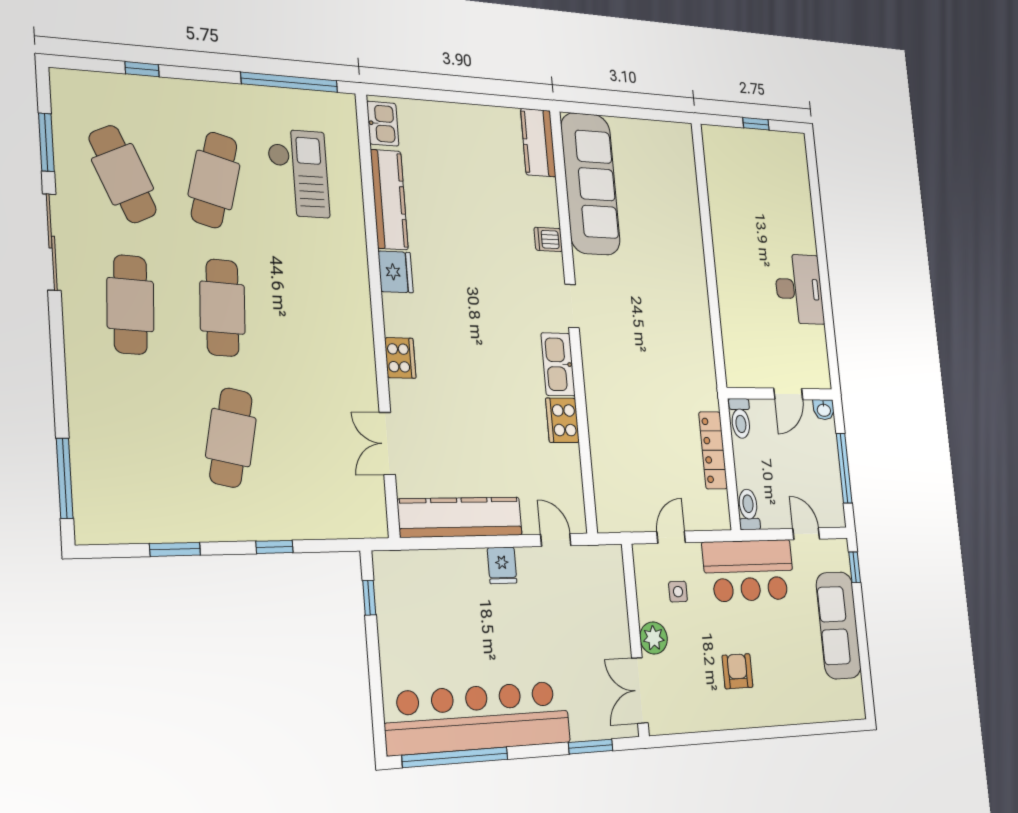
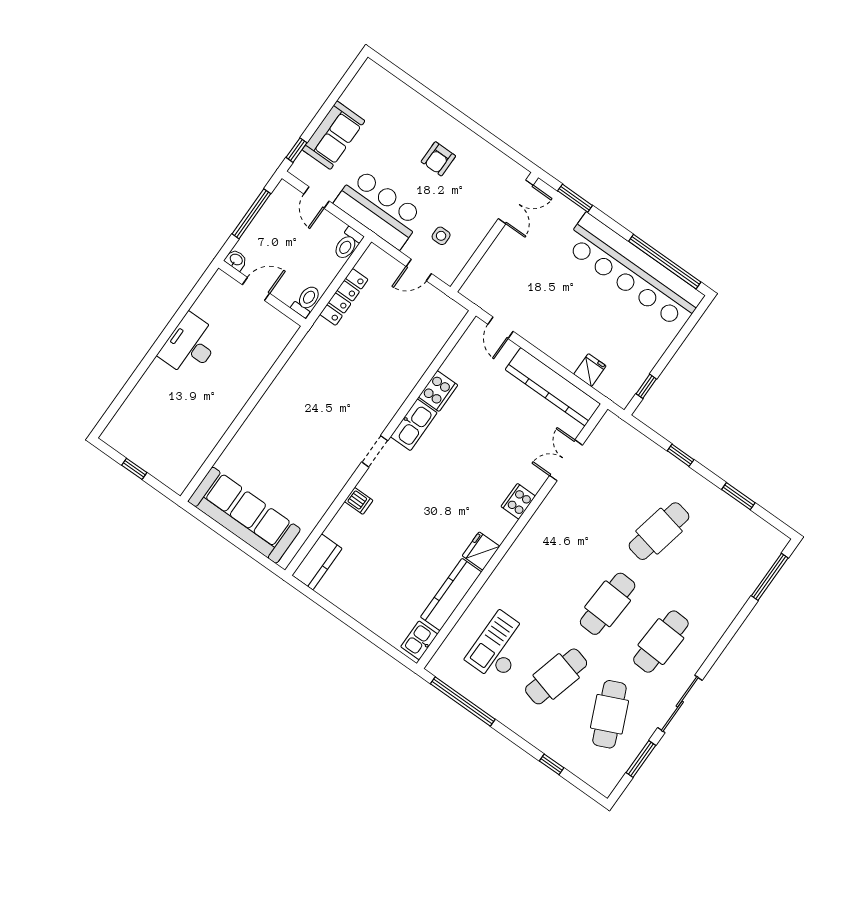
sofa: (590, 184) -> (244, 515), moved, turned 90
double door: (387, 443) -> (566, 460), swing flipped
fridge: (502, 565) -> (590, 370), moved
sofa: (839, 625) -> (334, 135), width x0.73
plant: (654, 638) -> (481, 223), removed

